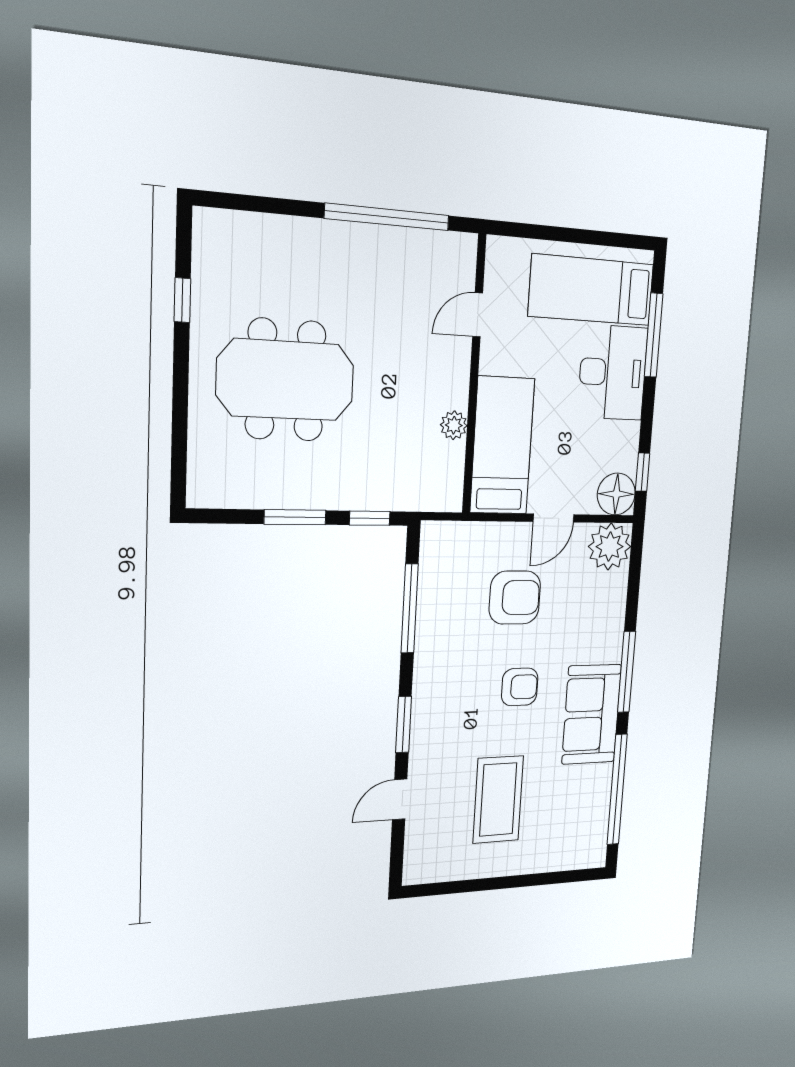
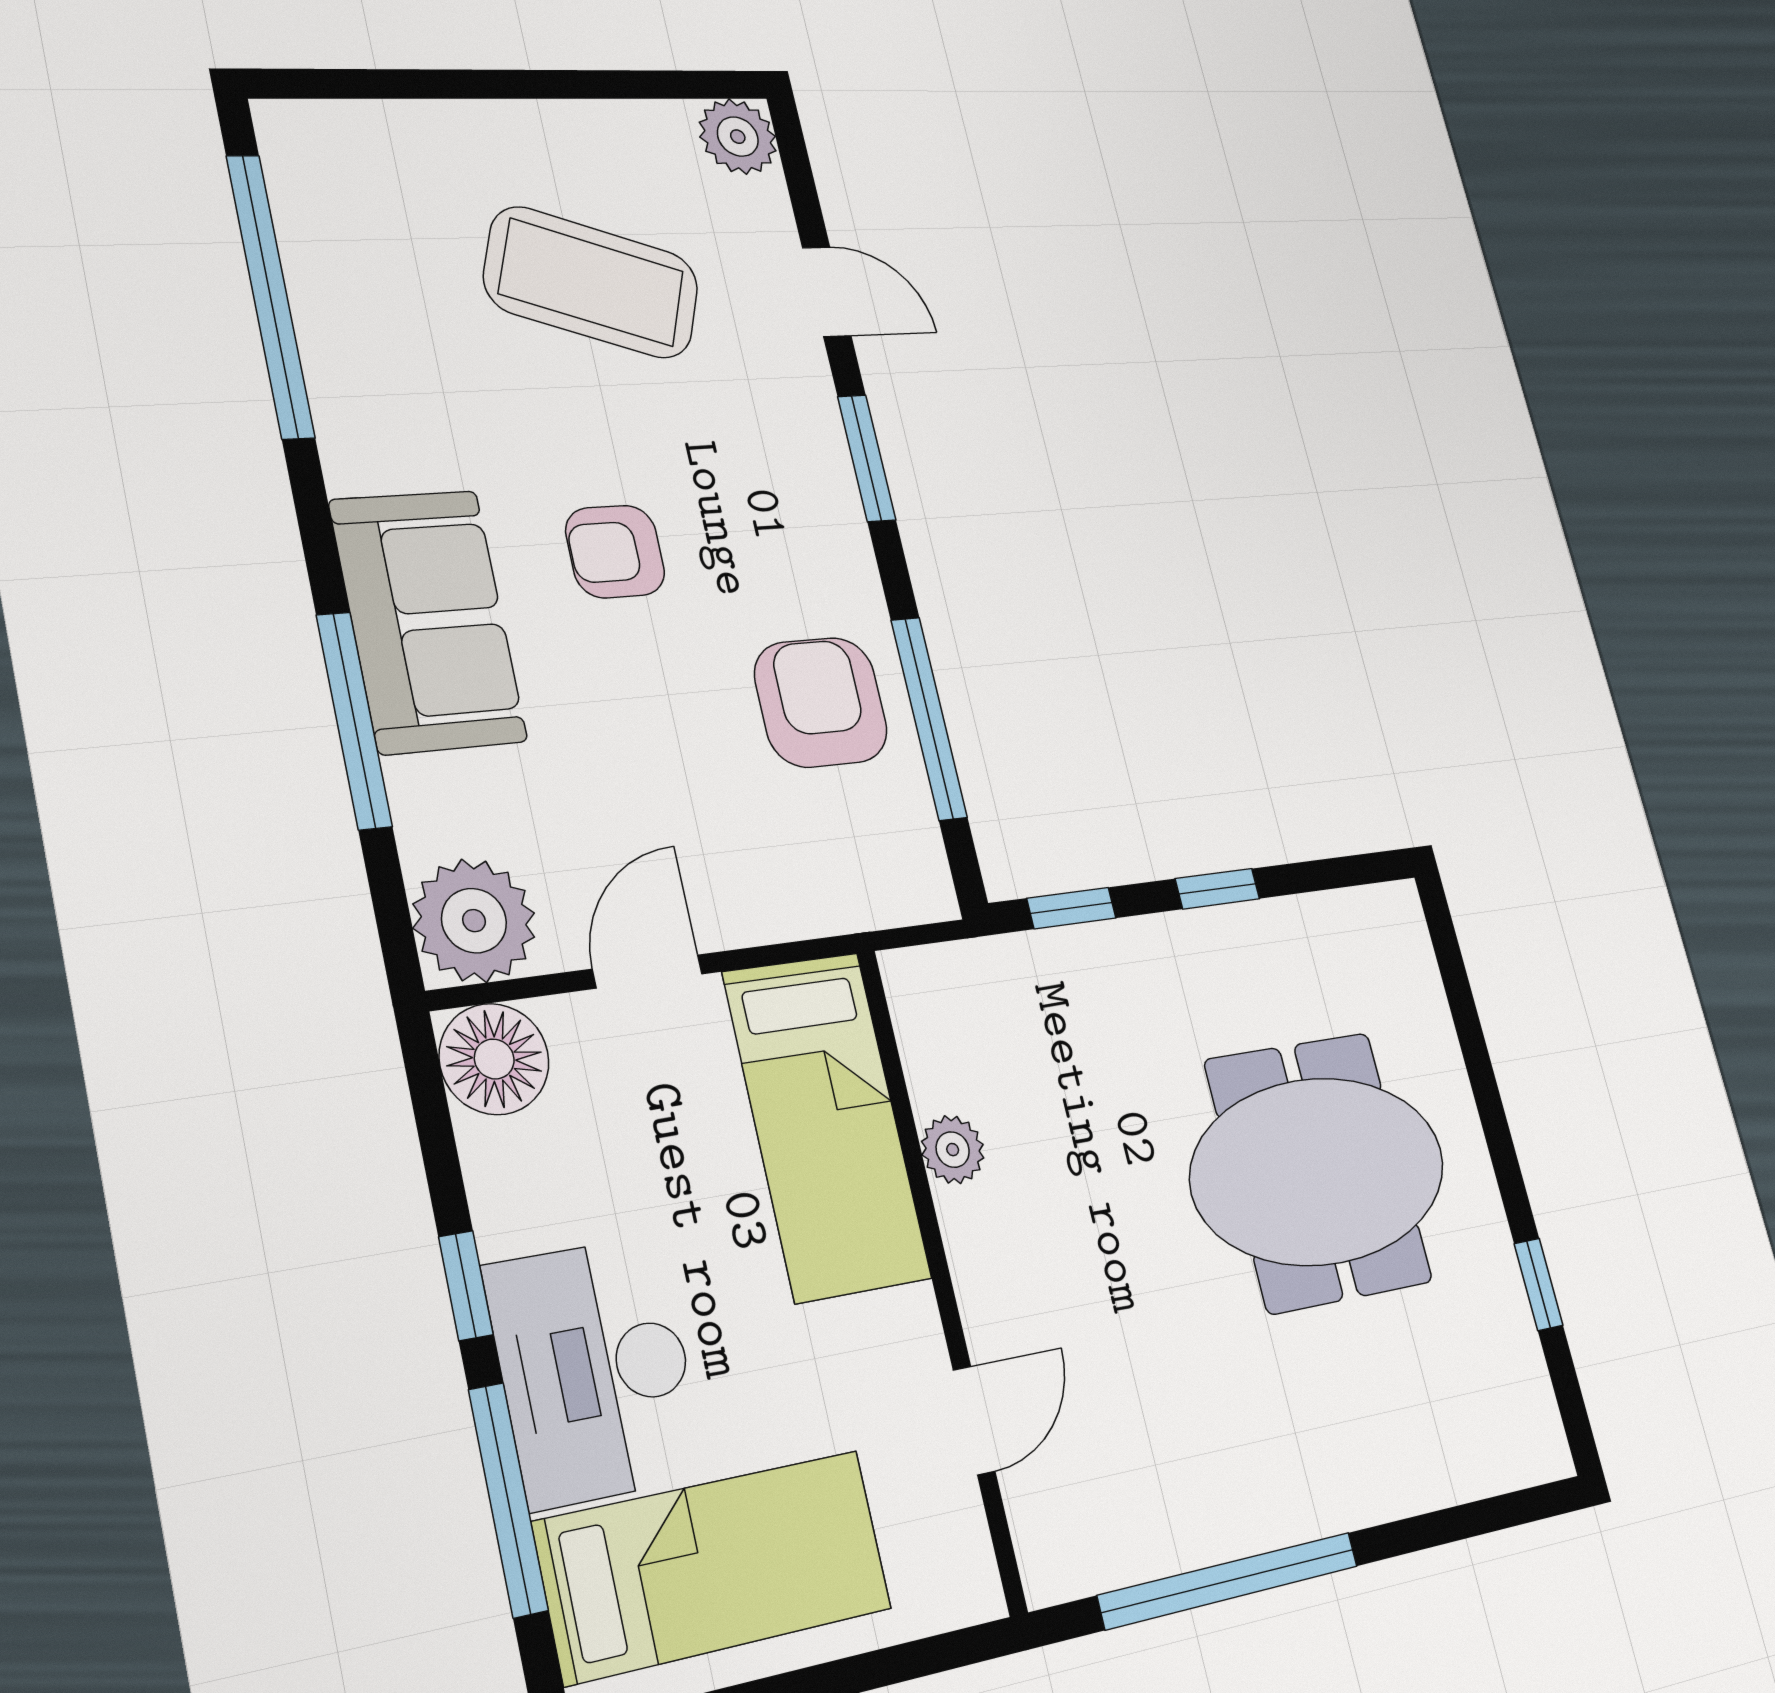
window: (643, 472) -> (466, 1286), moved
window: (295, 517) -> (1218, 889), width x0.67
armchair: (515, 598) -> (821, 702), moved, turned 90
window: (627, 672) -> (354, 720), moved
sofa: (592, 714) -> (428, 621), moved
door: (400, 799) -> (827, 292), hinge flipped
coffee table: (498, 800) -> (592, 282), turned -70
plant: (419, 868) -> (738, 137), added

